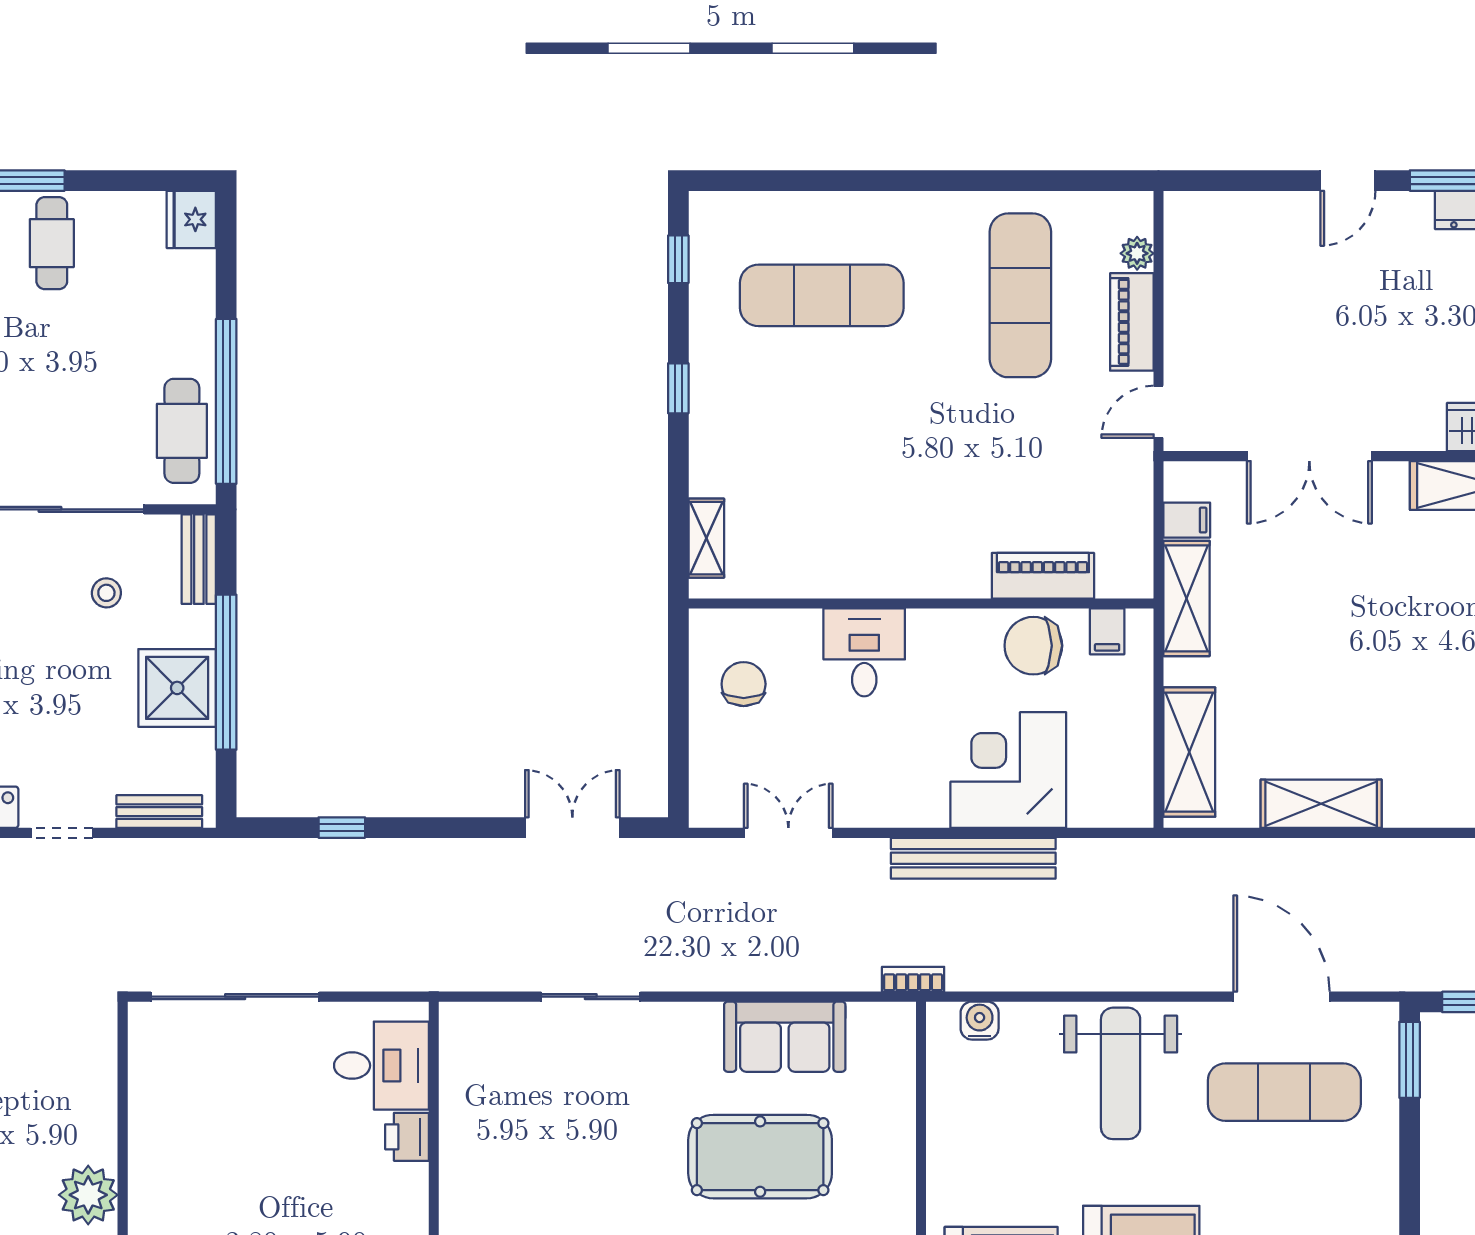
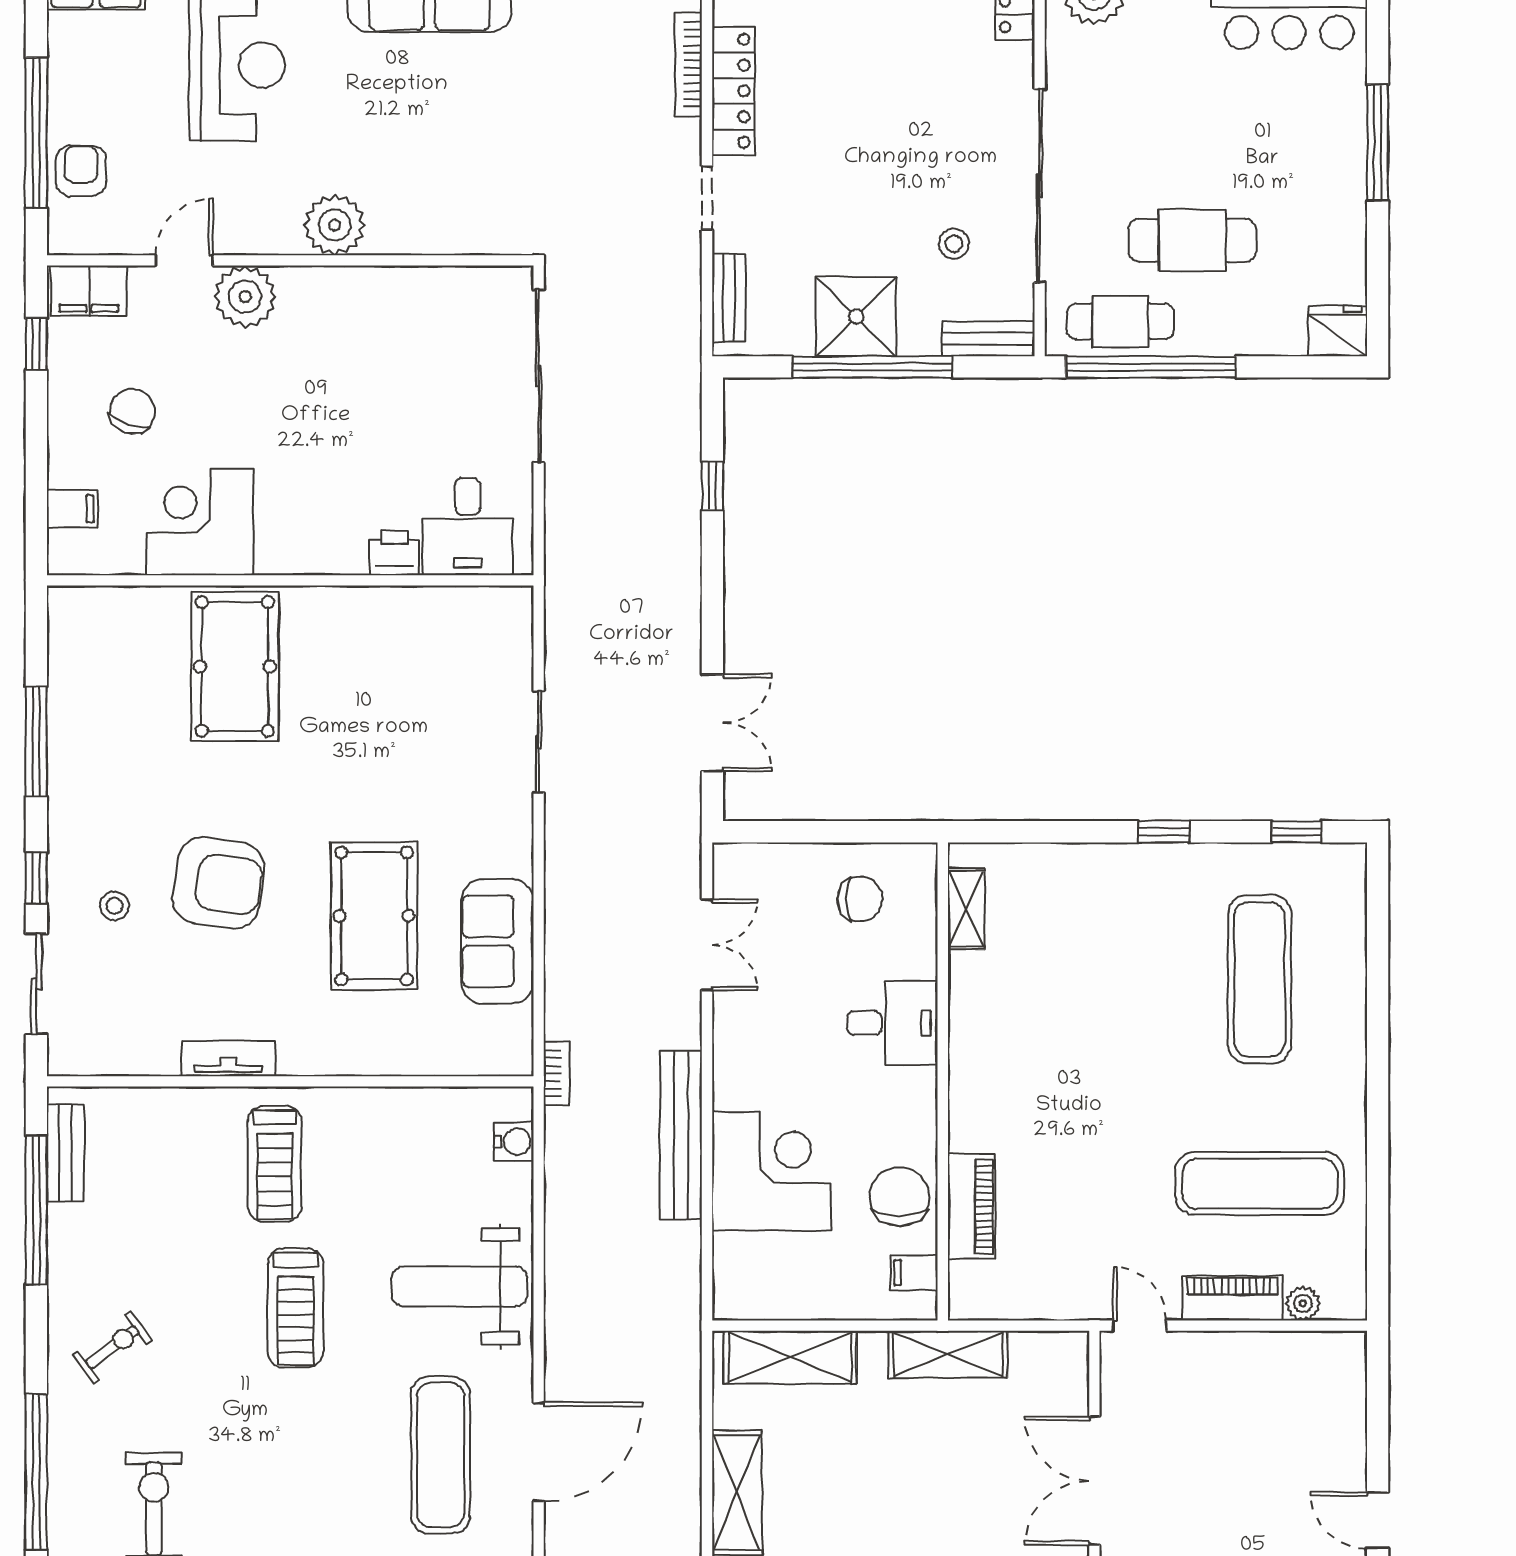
cafe table: (52, 243) -> (1192, 240), moved, width x1.37, depth x1.35
filing cabinet: (1187, 520) -> (1029, 1355), removed
shelving: (706, 538) -> (966, 909), moved, turned 90

